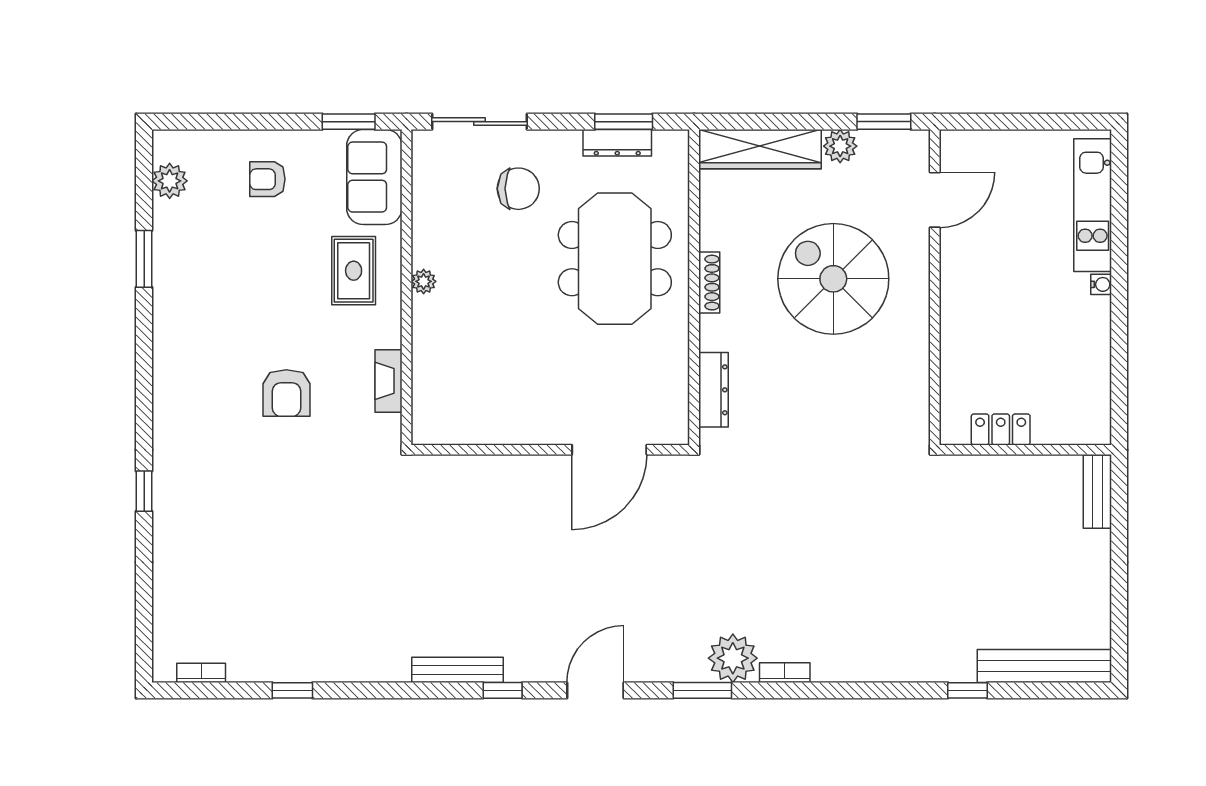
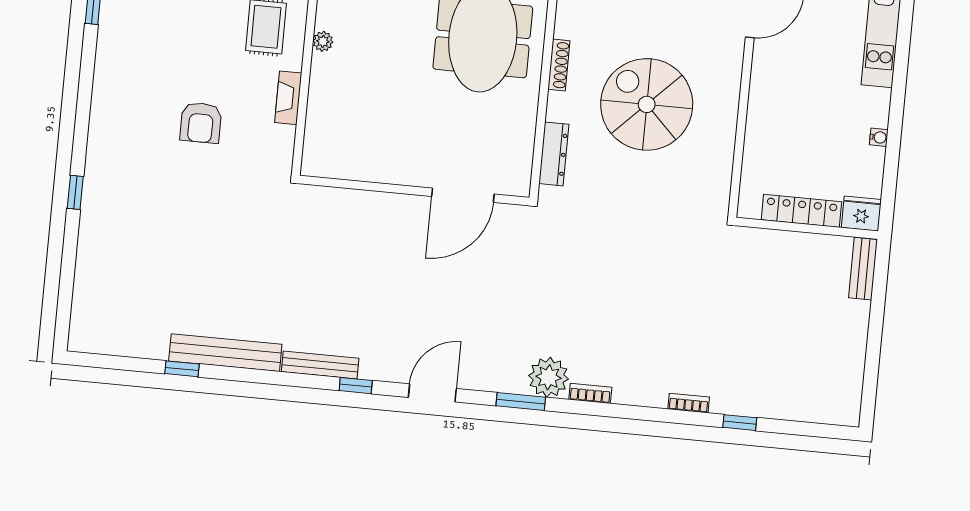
spiral stairs: (833, 279) -> (647, 104), moved
water cooler: (1101, 284) -> (879, 137), moved
fireplace: (388, 381) -> (288, 98), moved
fridge: (1089, 426) -> (861, 214), added
locker: (1001, 429) -> (801, 211), width x1.53
bench: (1044, 666) -> (225, 353), moved
bookcase: (201, 673) -> (689, 403), moved

